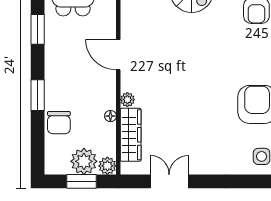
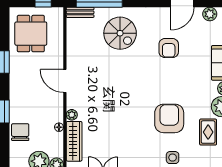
chair: (59, 123) -> (20, 132), turned 180

